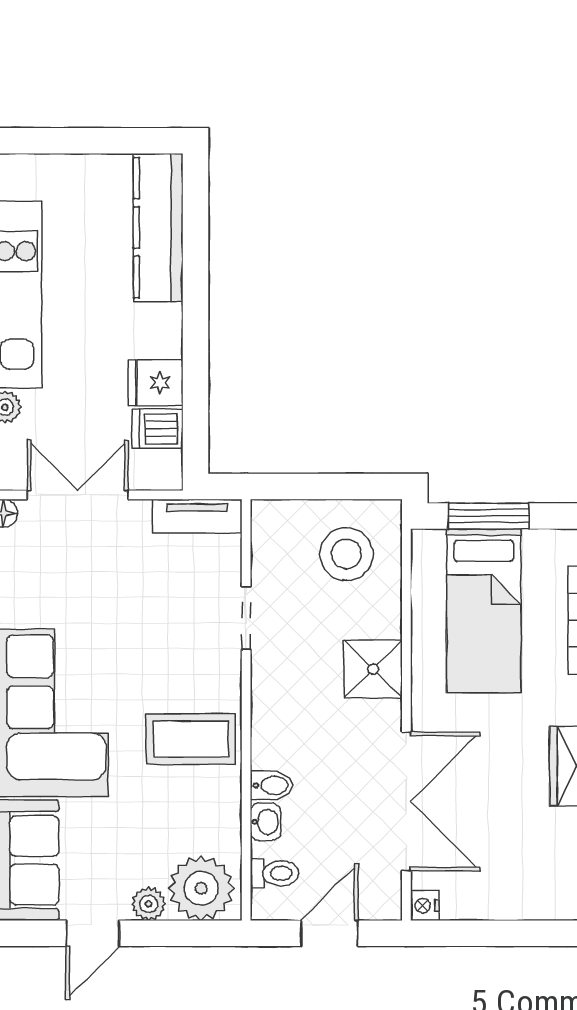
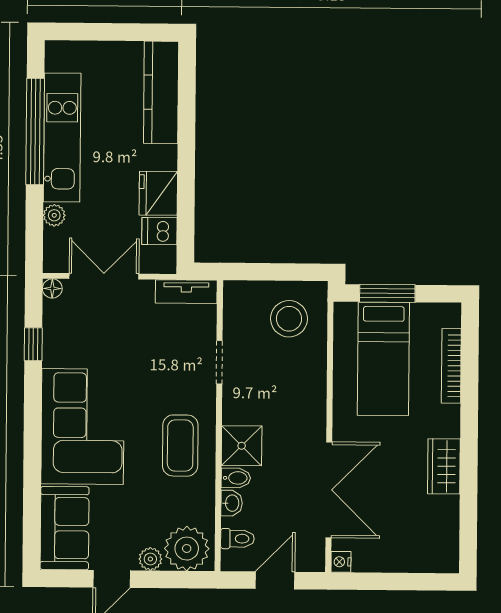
fridge: (156, 383) -> (158, 193), width x1.38
shower: (373, 669) -> (242, 446), moved
coffee table: (191, 739) -> (180, 446), turned 90

